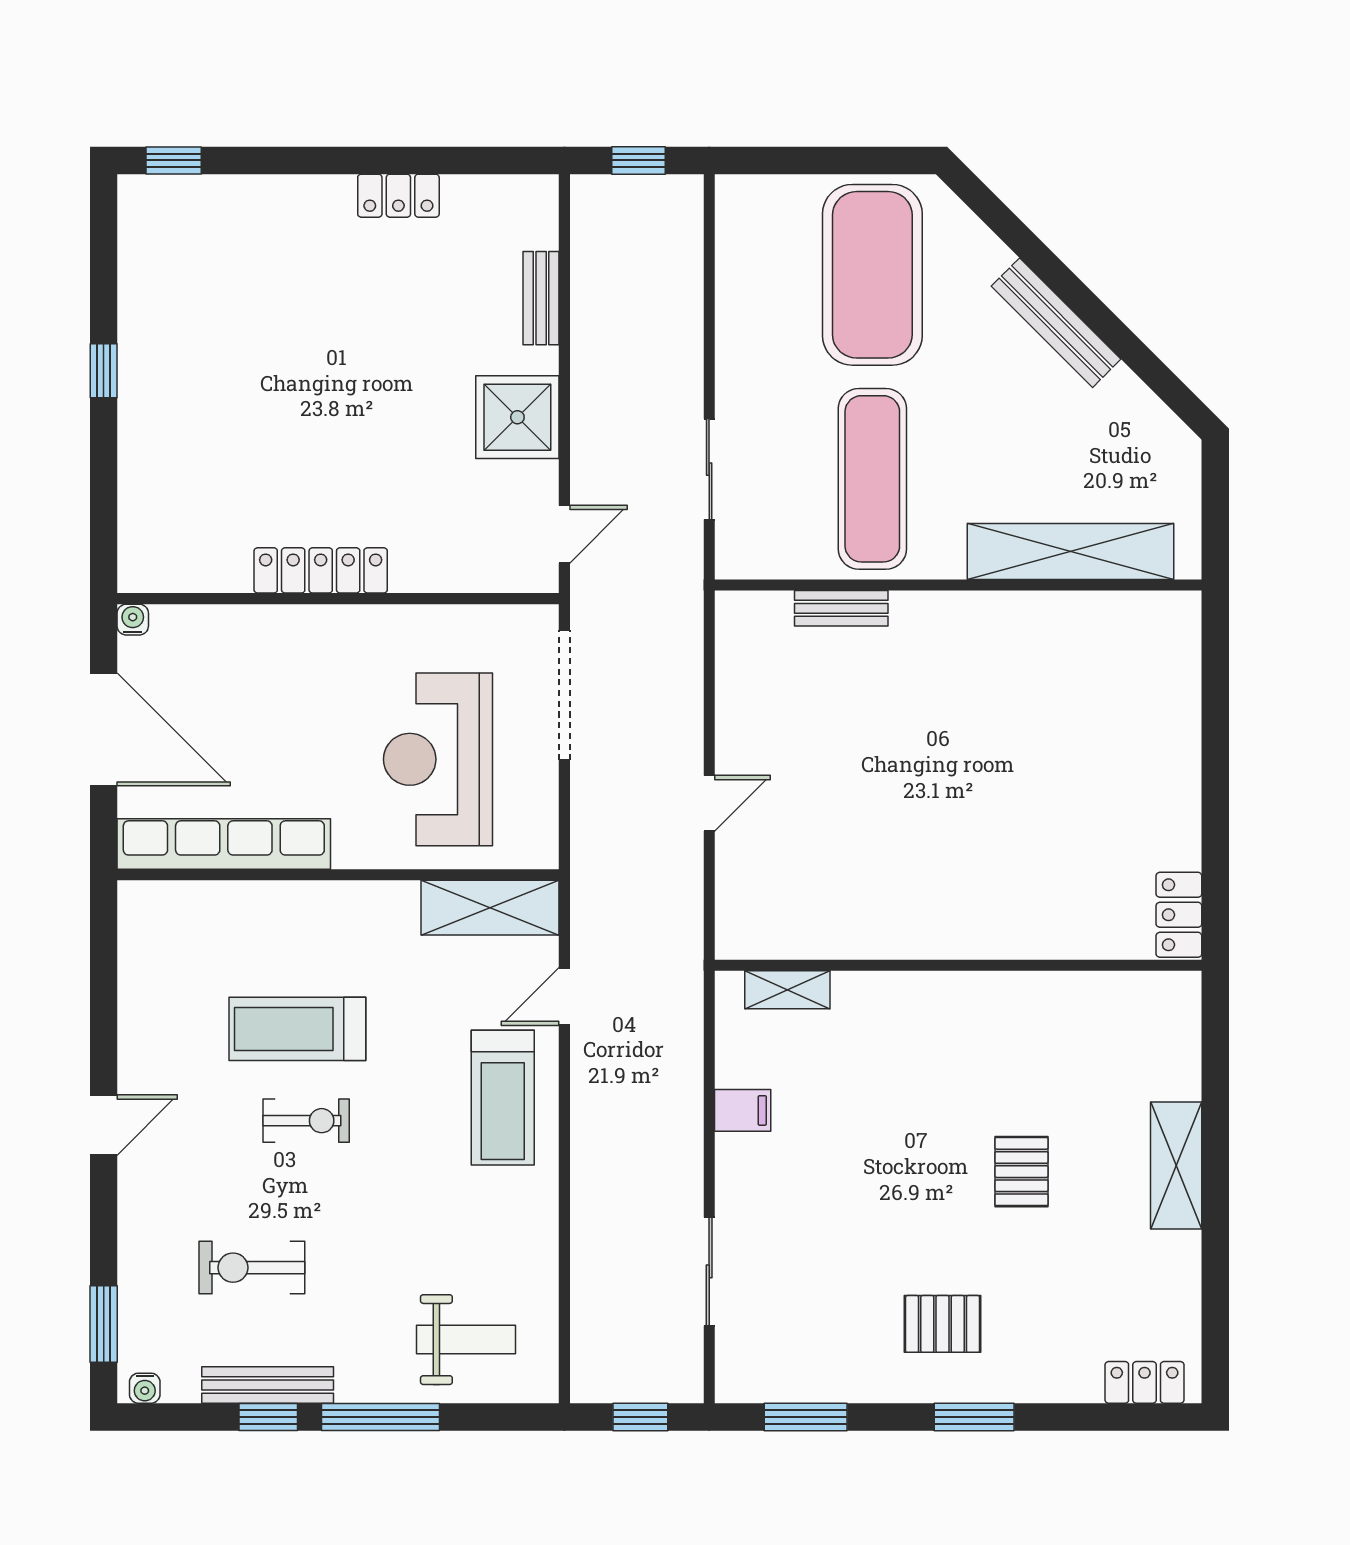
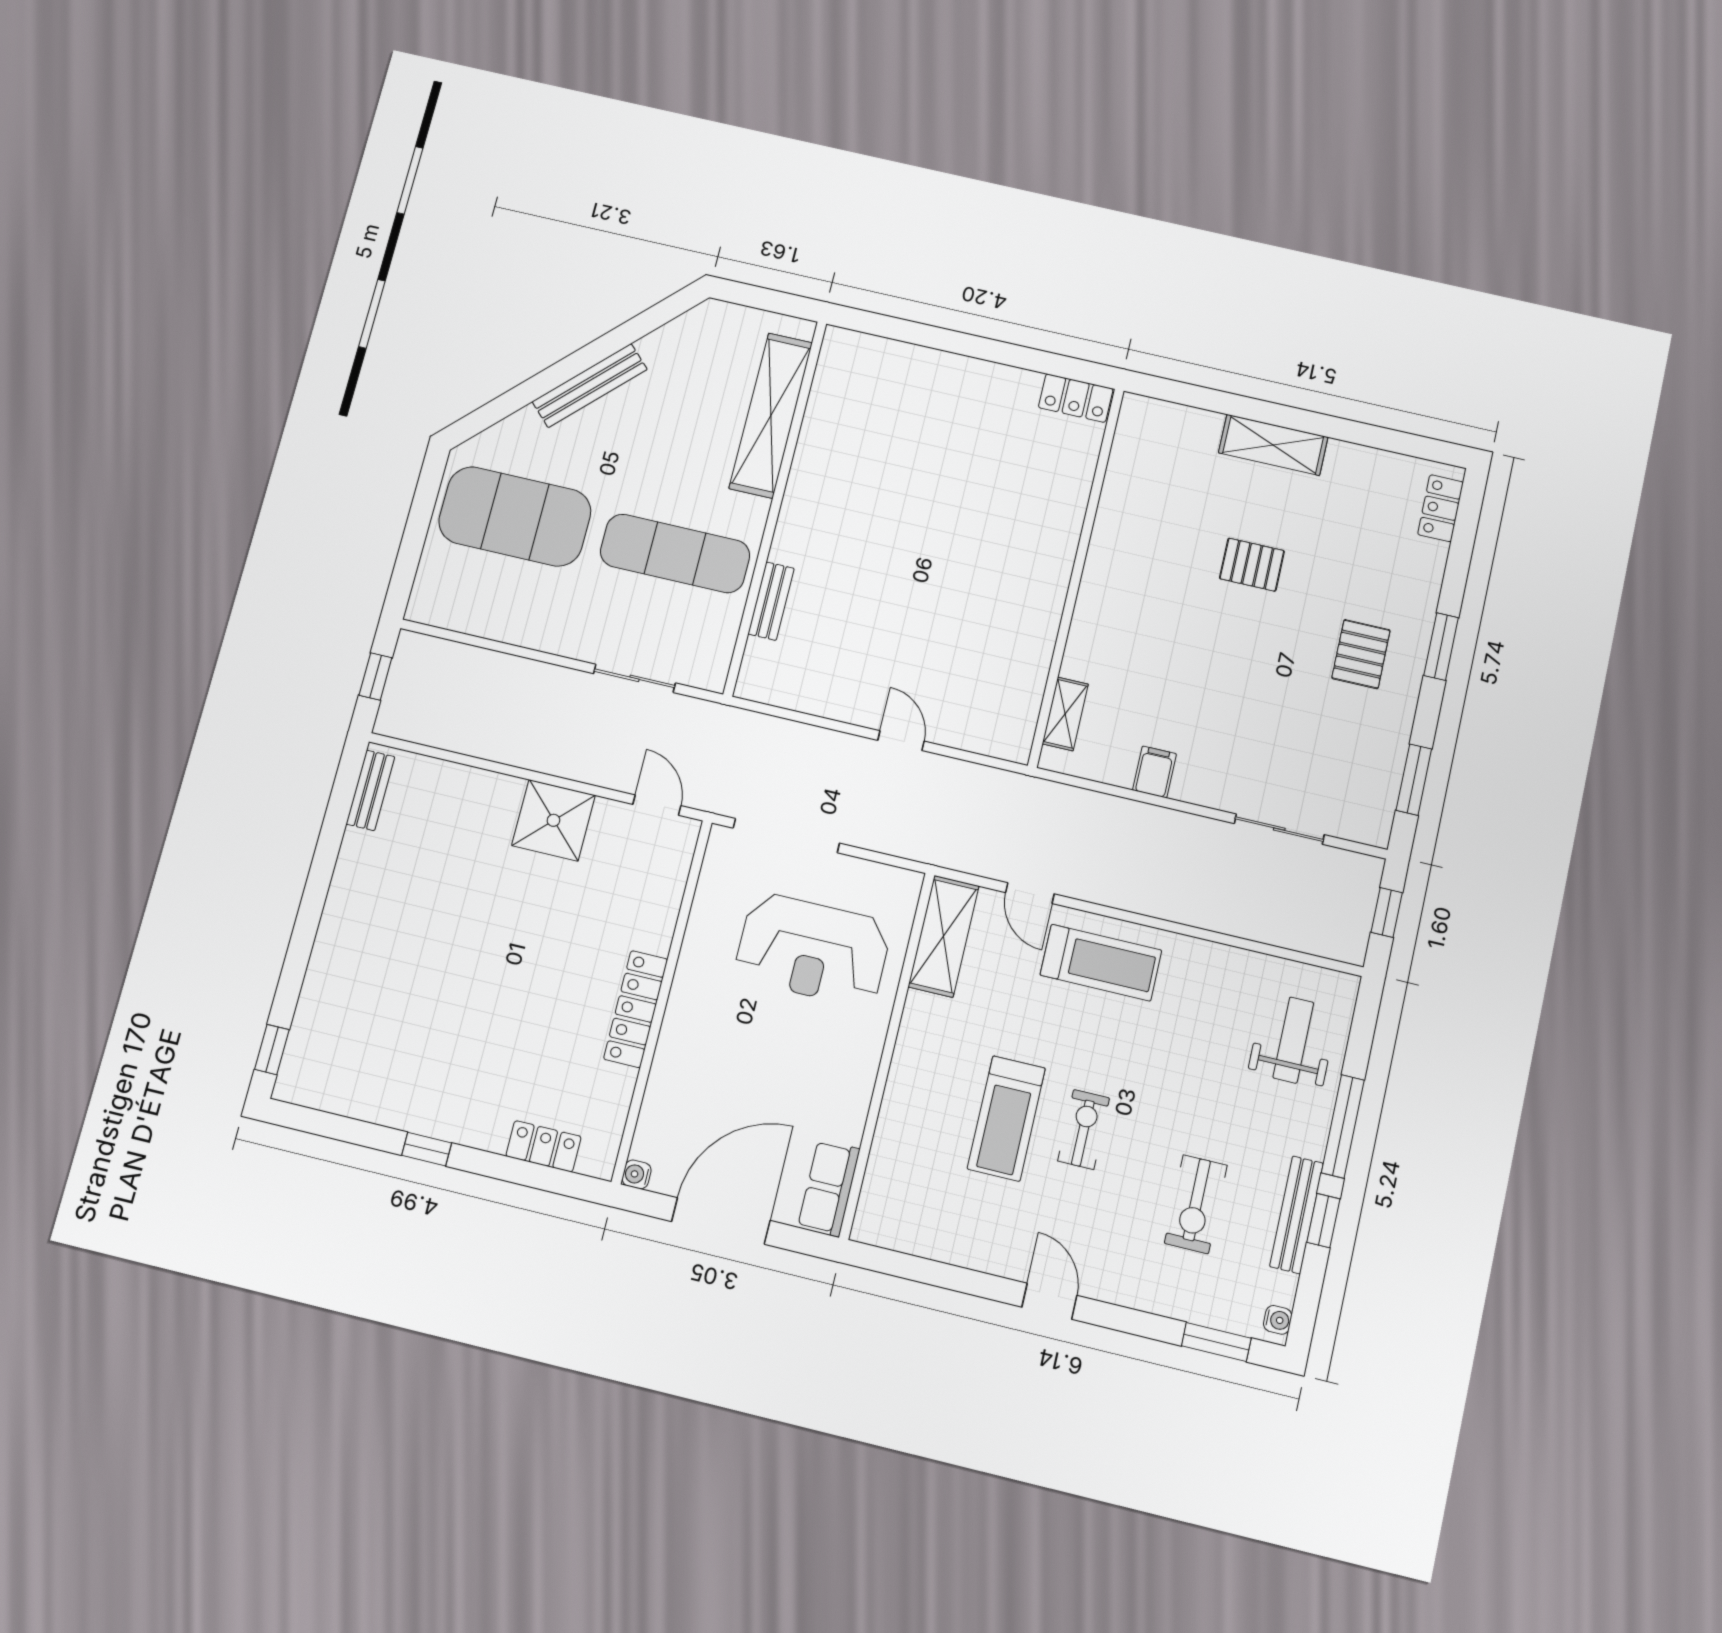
locker: (398, 196) -> (543, 1146), moved, turned -90
bench: (541, 298) -> (370, 790), moved, turned 90
row of seats: (224, 844) -> (829, 1188), width x0.50

